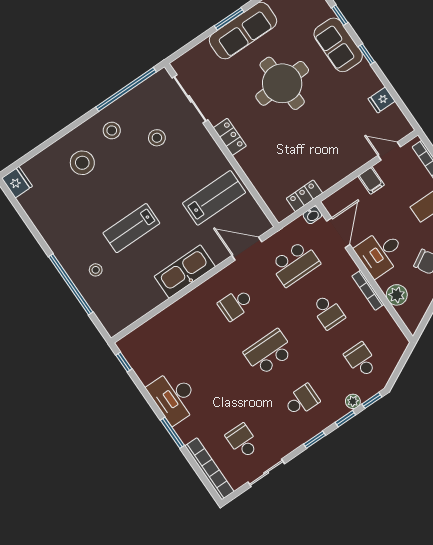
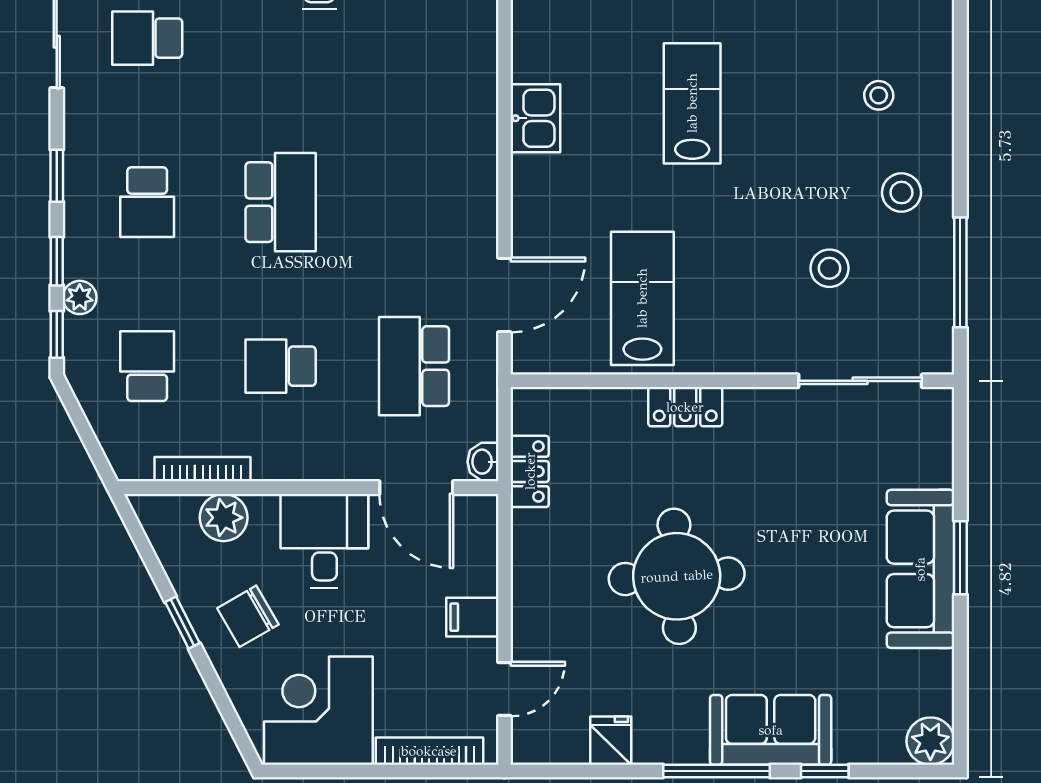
window: (366, 54) -> (716, 771), width x2.17
round table: (282, 83) -> (677, 576), moved
window: (126, 89) -> (960, 272), width x0.68
locker: (230, 137) -> (685, 407), moved
stool: (82, 163) -> (879, 95), width x0.53, depth x0.53
lab bench: (214, 198) -> (642, 298), turned 180
kitchen sink: (185, 271) -> (535, 118), width x0.53, depth x0.81
bookcase: (368, 290) -> (203, 469), moved
school desk: (236, 304) -> (414, 202), removed
school desk: (361, 360) -> (147, 366), turned -90
school desk: (243, 441) -> (147, 38), turned 180

